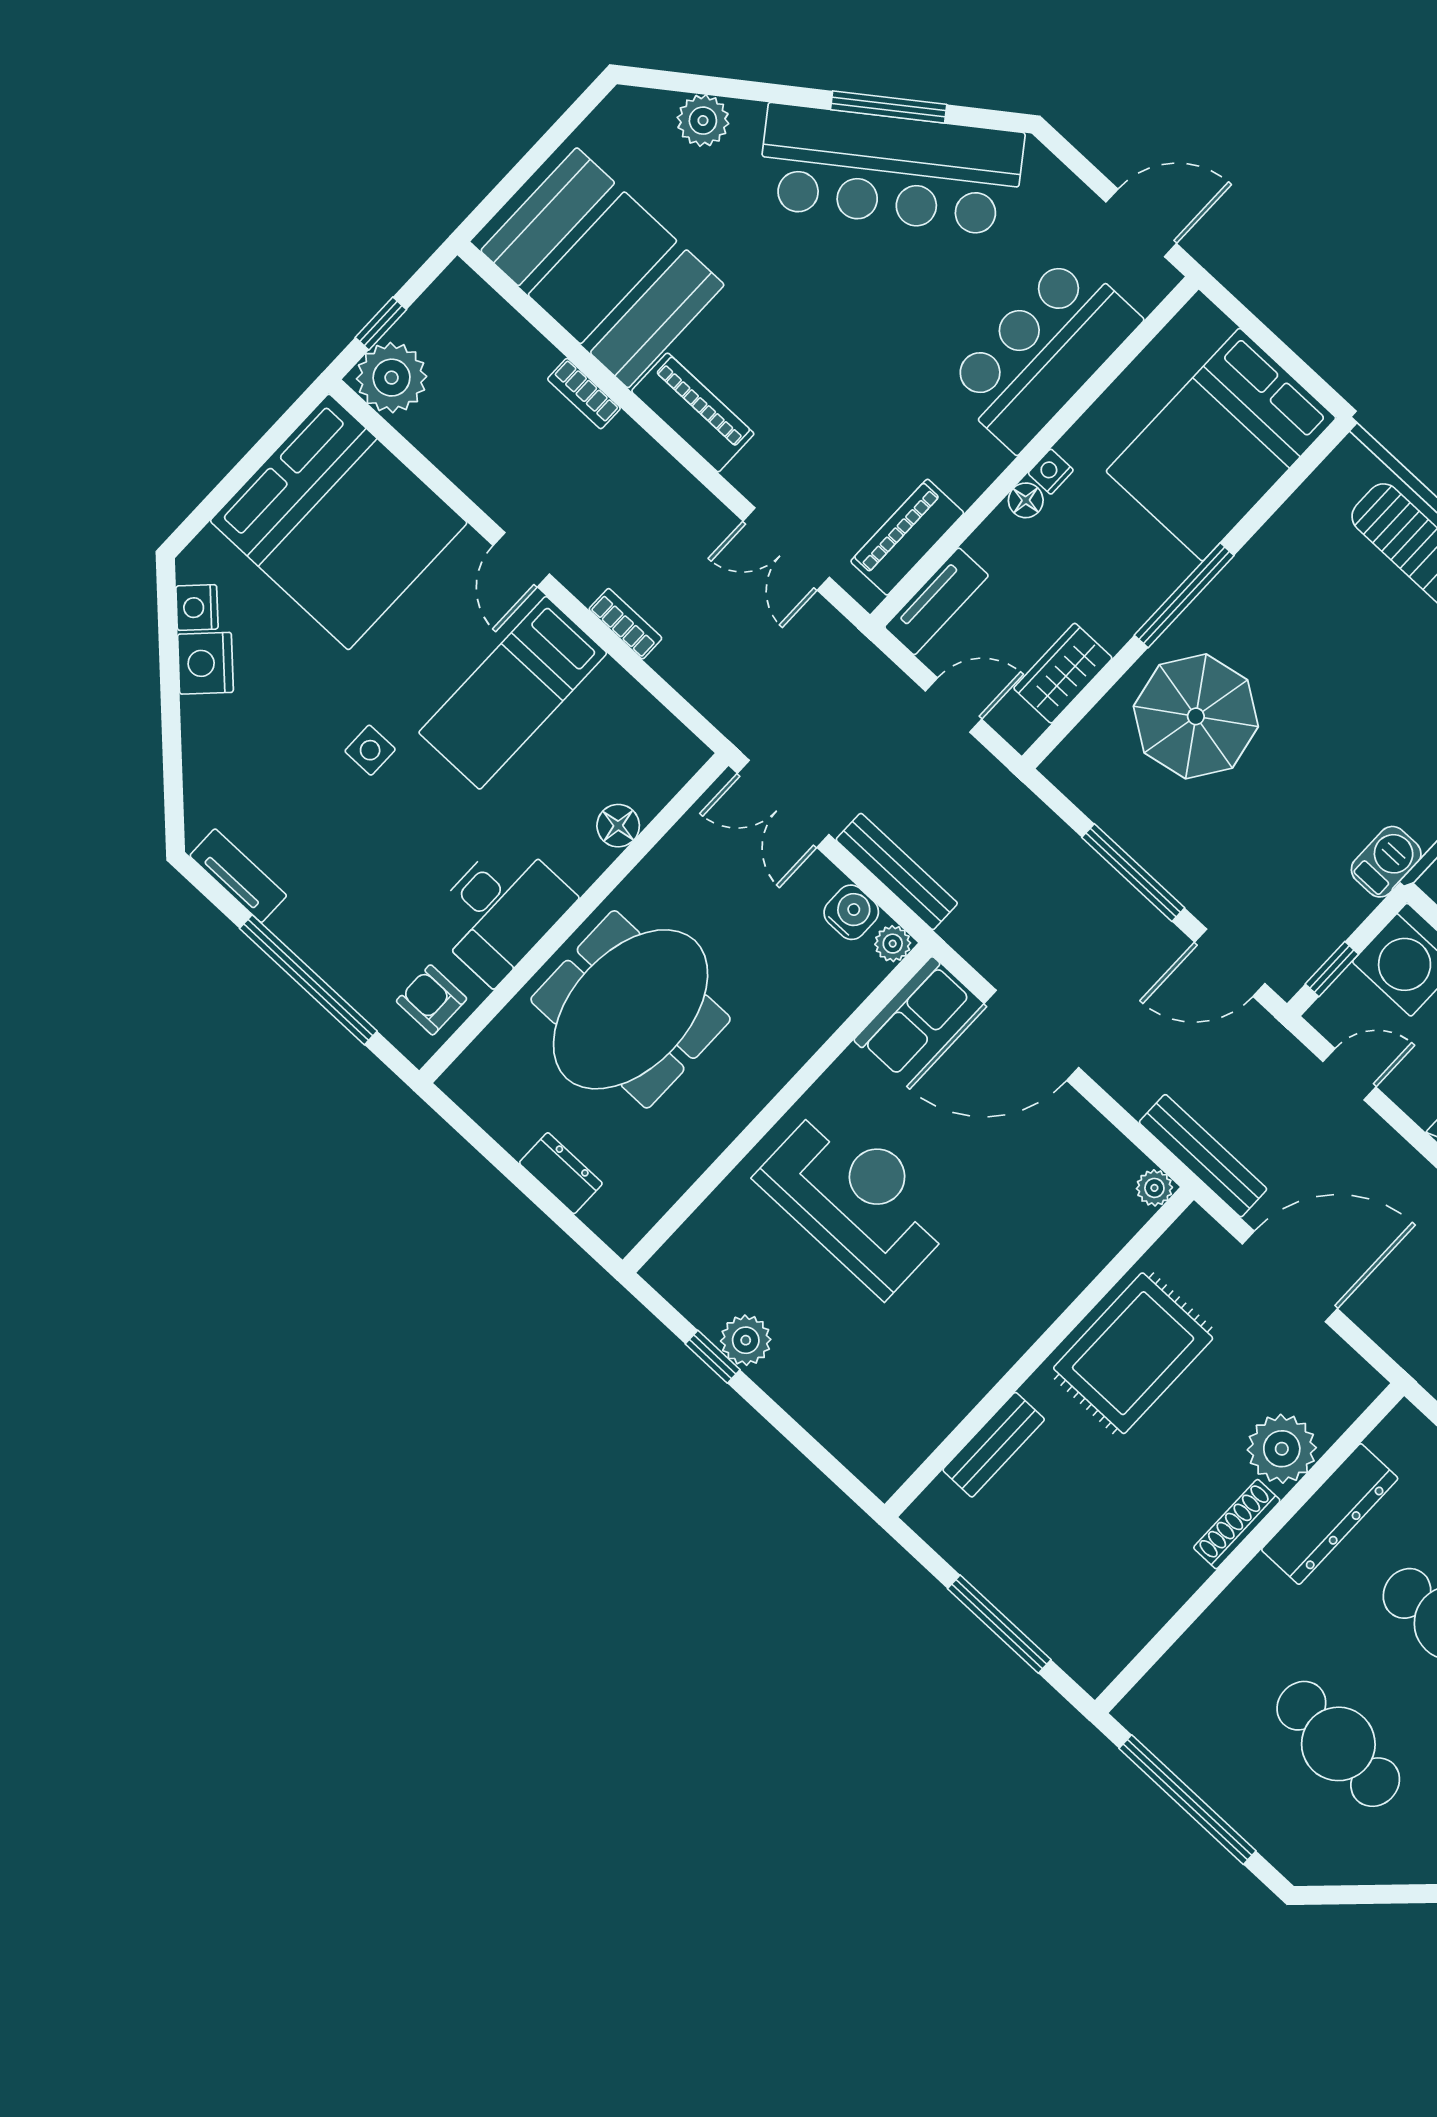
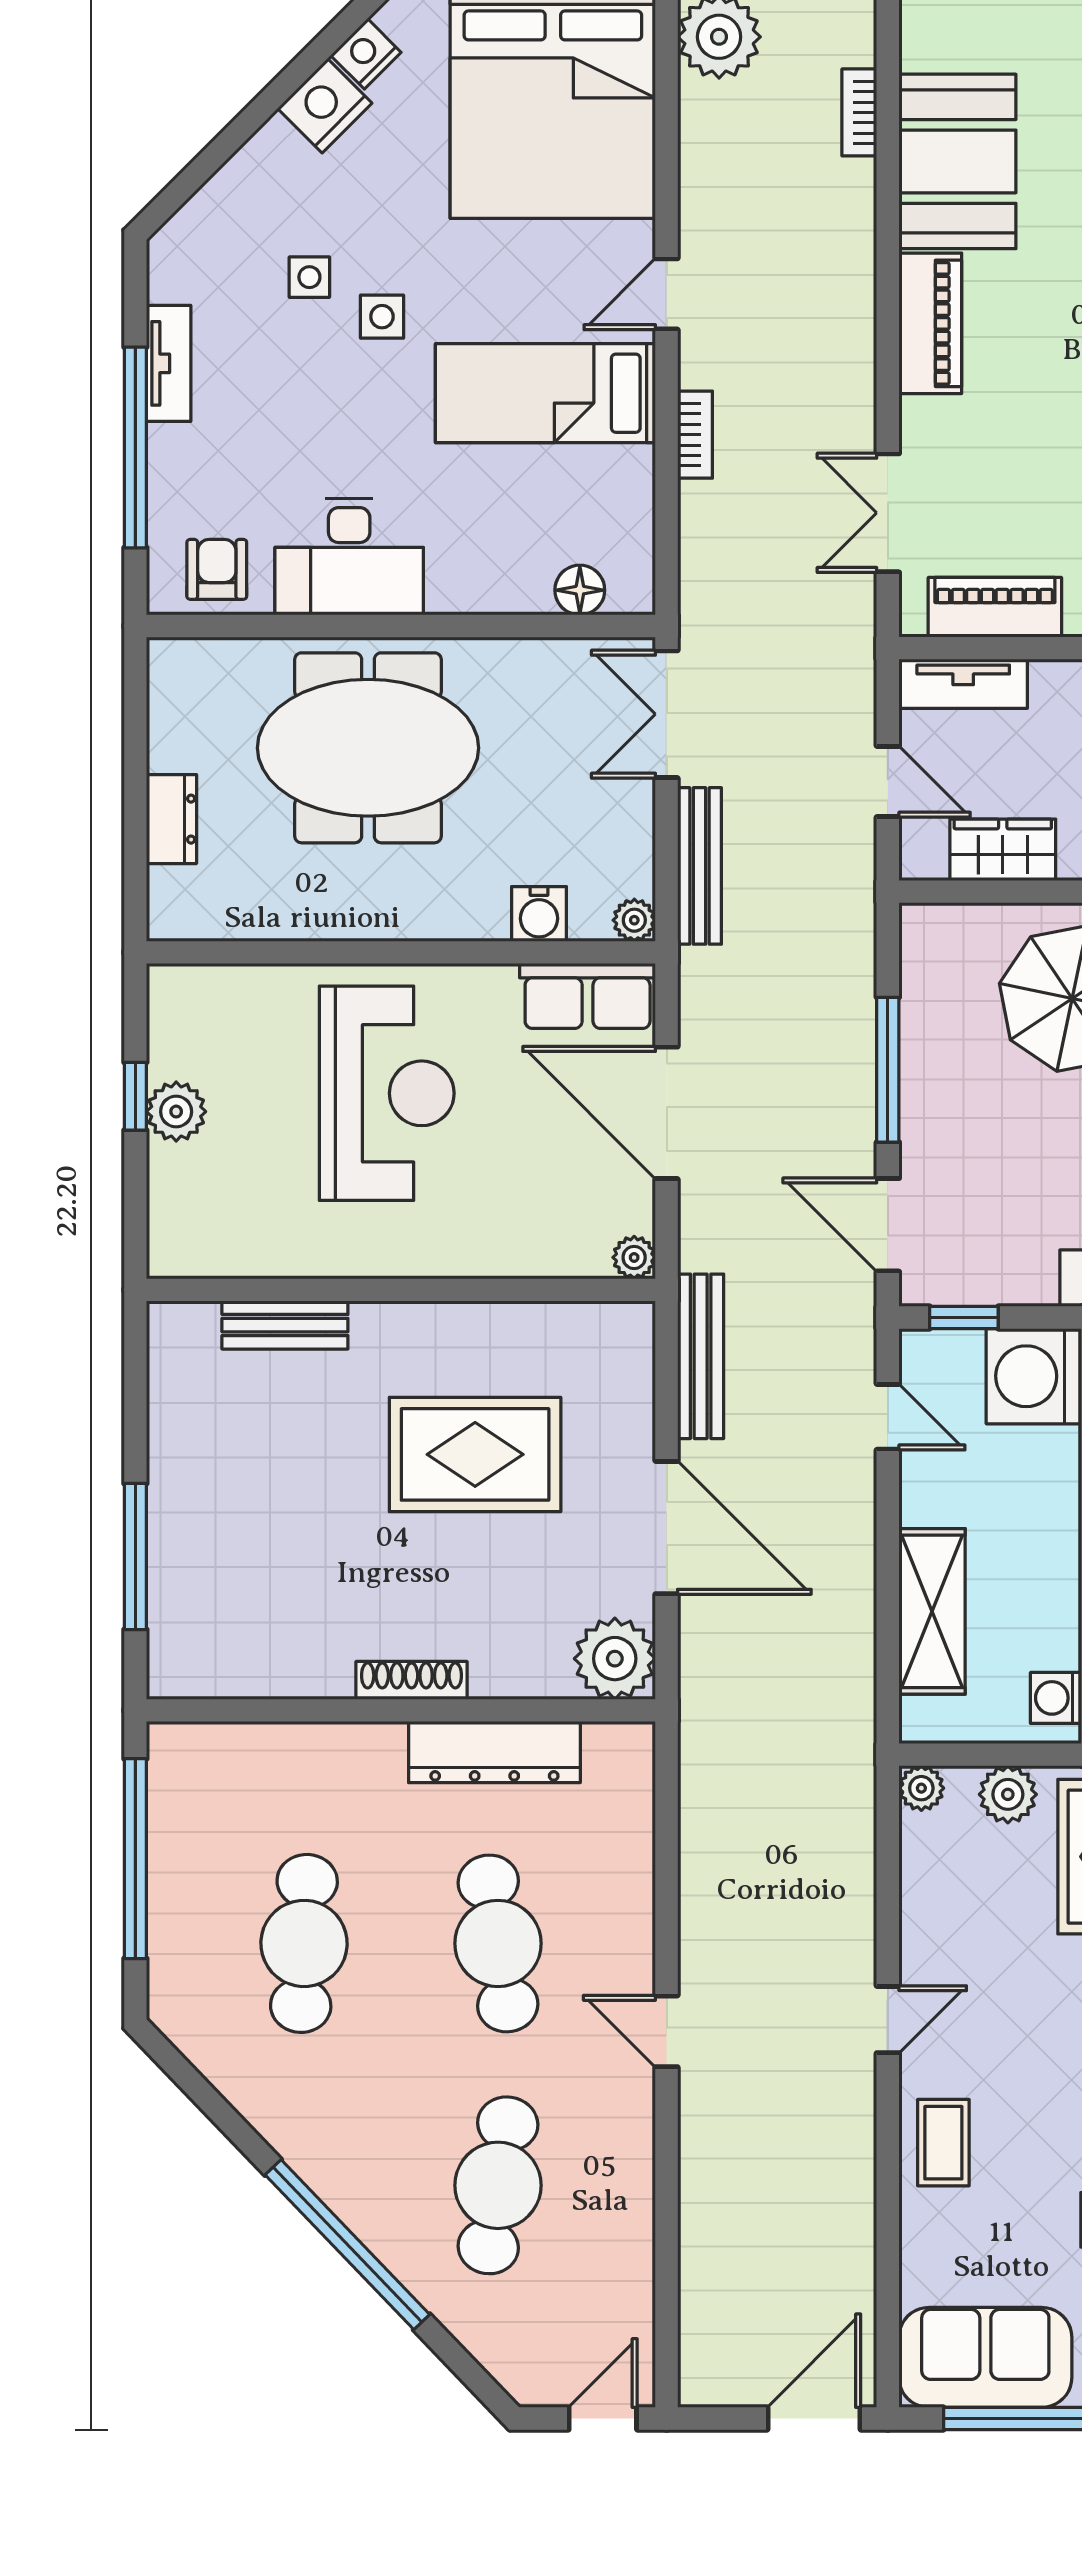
booth: (602, 268) -> (957, 161), width x0.73, depth x0.70
bookcase: (584, 394) -> (859, 112), moved
side table: (303, 772) -> (309, 277), added
floor lamp: (618, 826) -> (580, 590), moved
tv unit: (238, 876) -> (169, 363), moved
water cooler: (851, 912) -> (539, 914), moved, turned 90
plant: (1154, 1188) -> (634, 1257), moved
wall: (1039, 1352) -> (401, 1290), moved
bench: (994, 1445) -> (285, 1325), moved
plant: (1282, 1449) -> (615, 1659), moved

